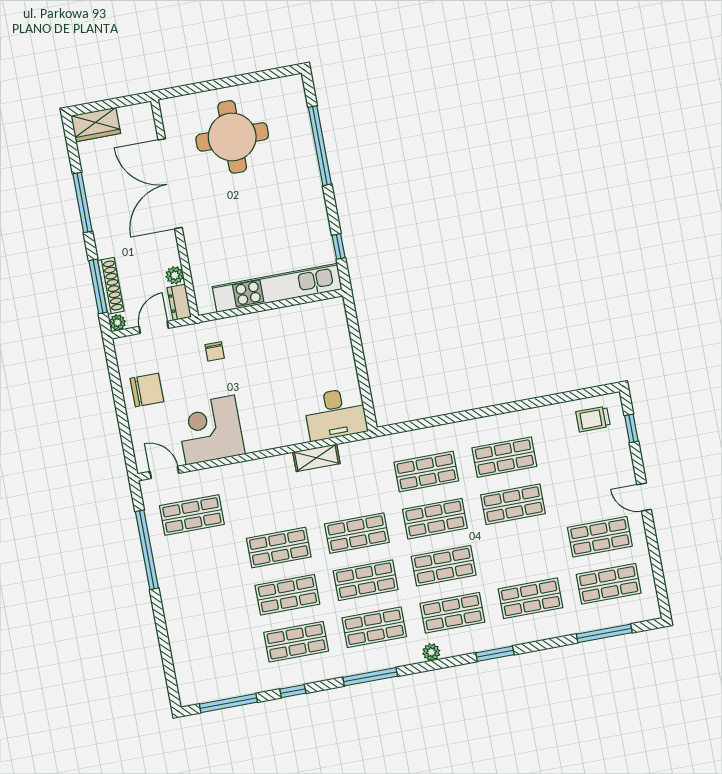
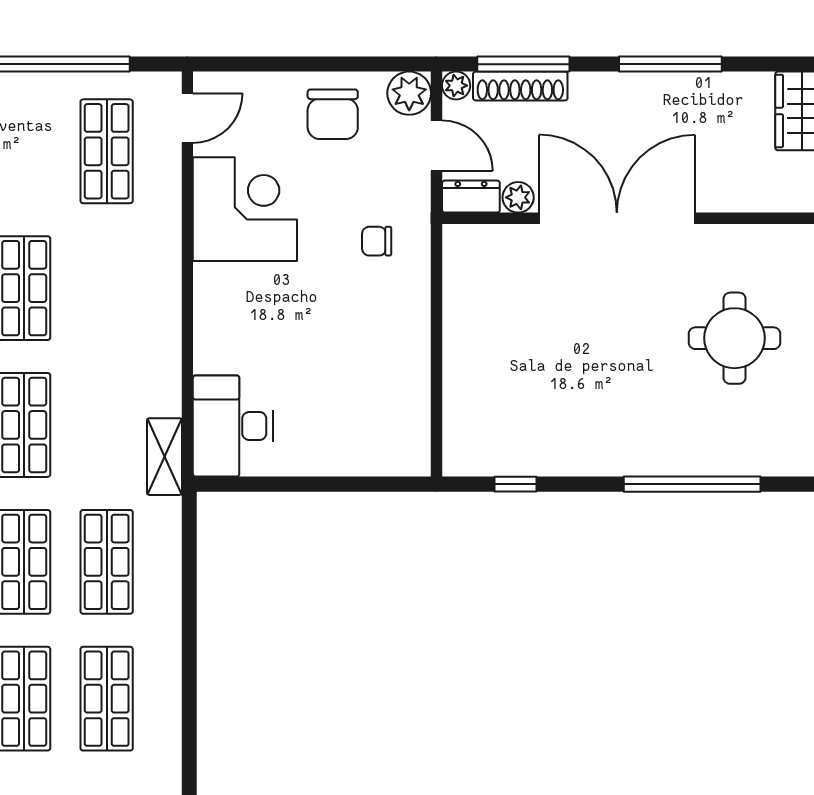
round table: (232, 137) -> (735, 338), width x0.73, depth x0.73
double door: (170, 184) -> (617, 218), moved
kitchen unit: (277, 288) -> (465, 367), removed
plant: (127, 348) -> (409, 93), added
shelving: (316, 458) -> (165, 457), moved

